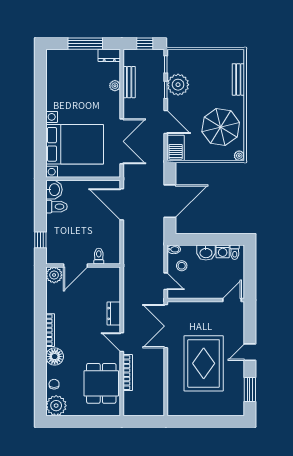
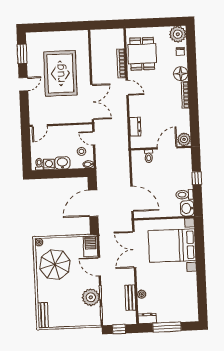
bench: (238, 79) -> (43, 315), moved
window: (40, 240) -> (197, 178), moved
dresser: (114, 313) -> (135, 127), moved

